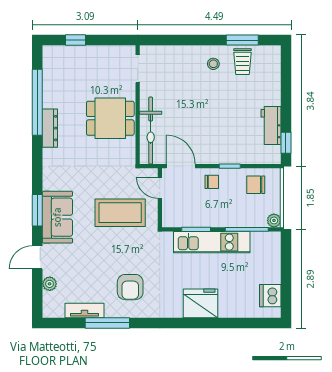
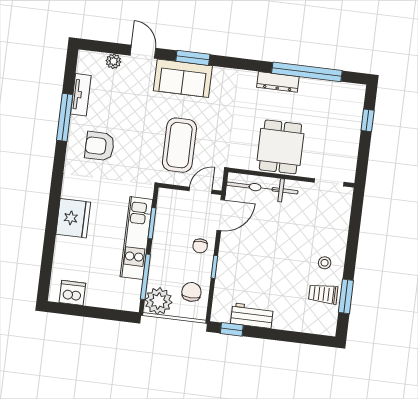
plant: (274, 220) -> (158, 301), width x1.88, depth x1.88

